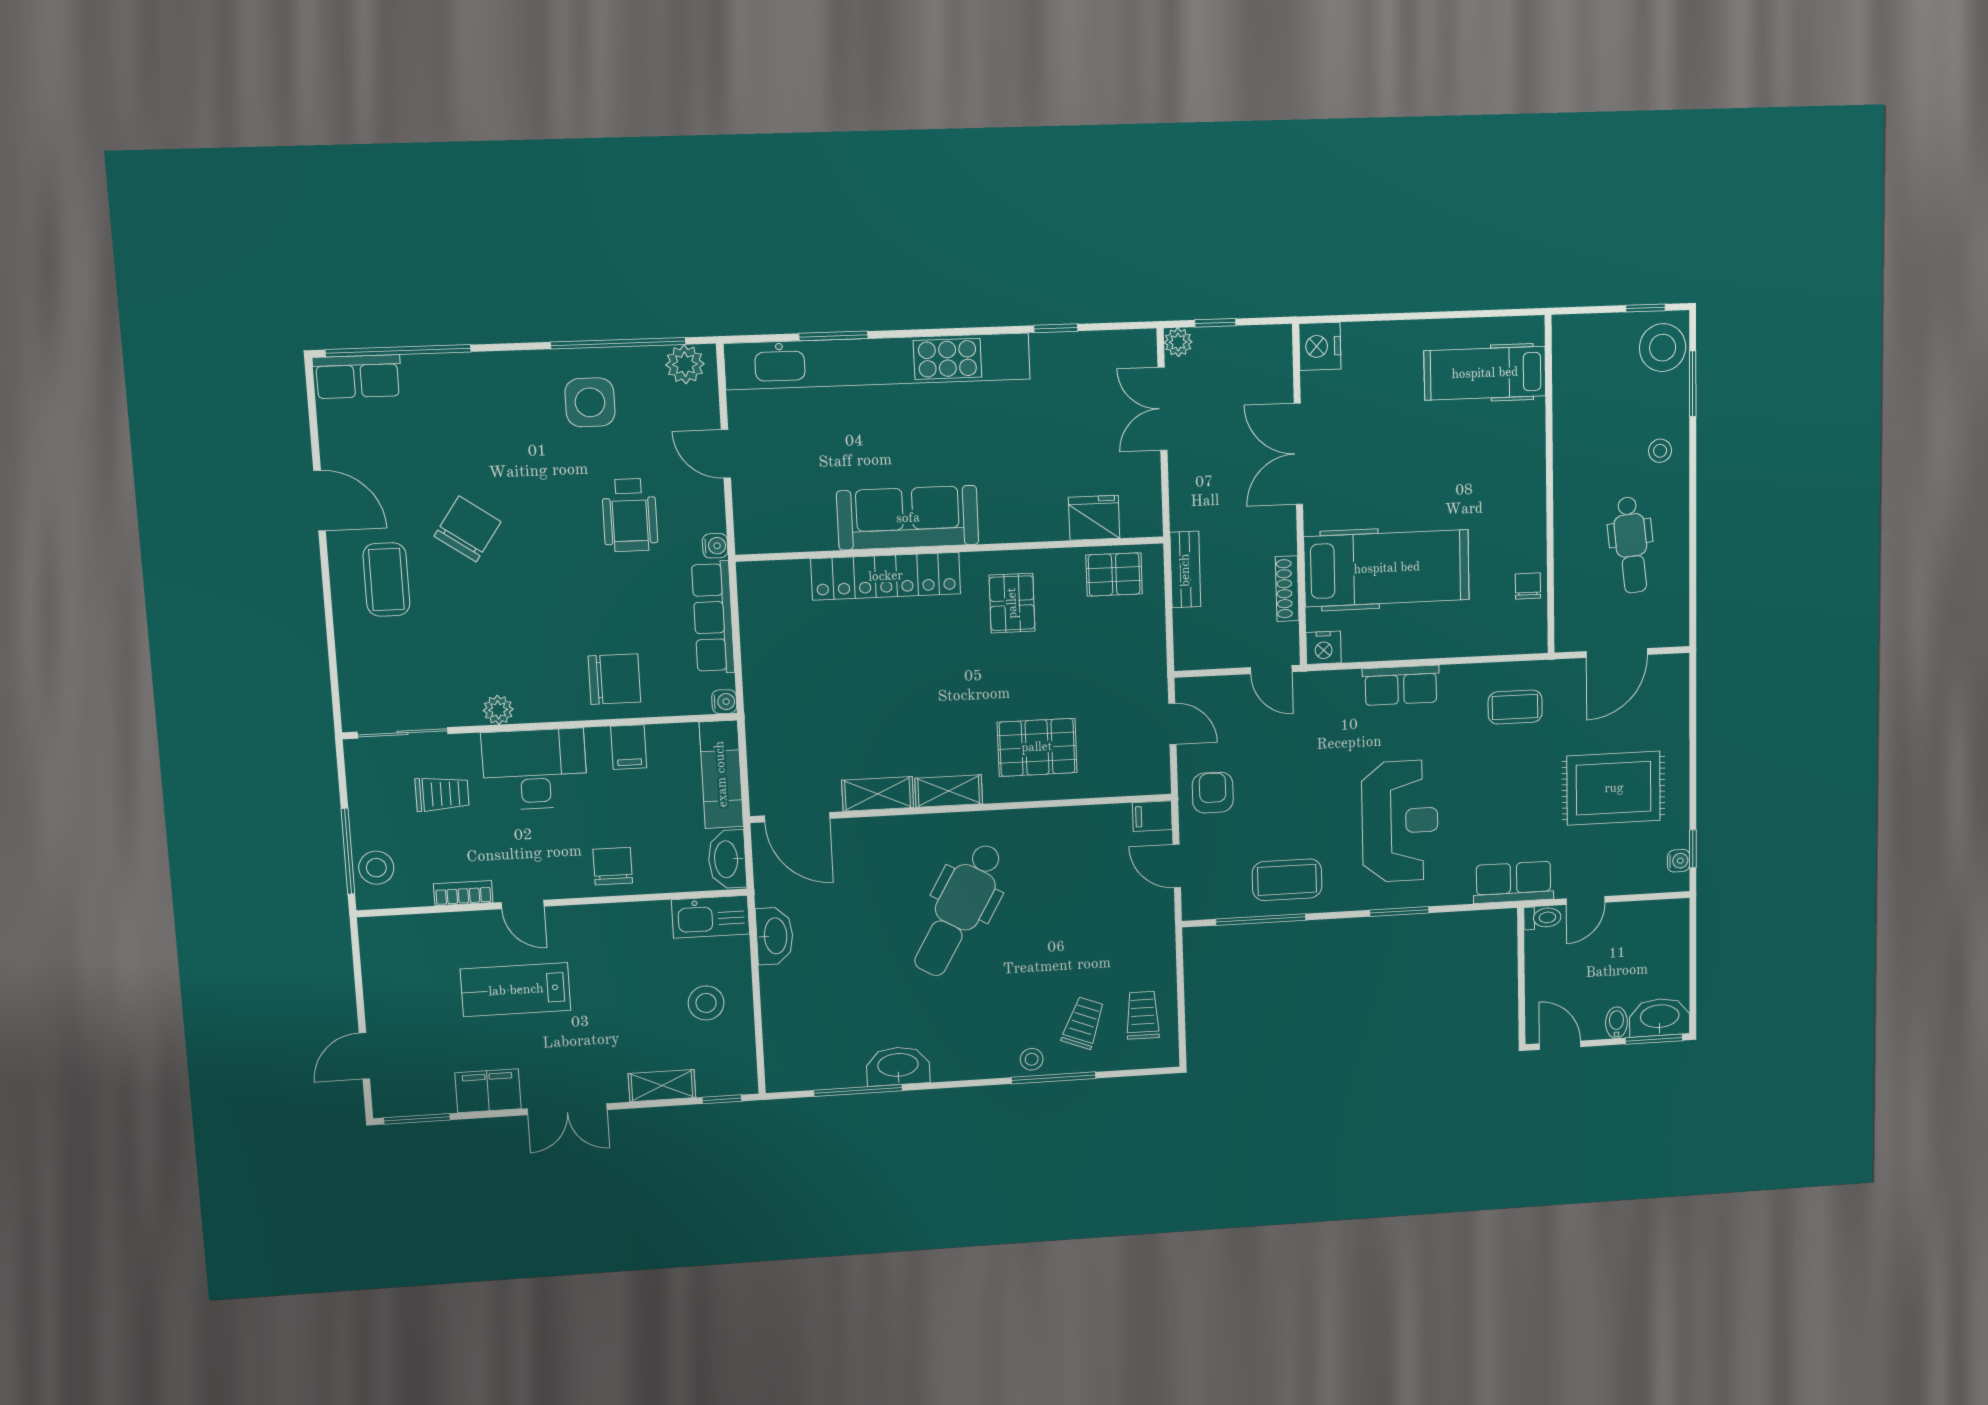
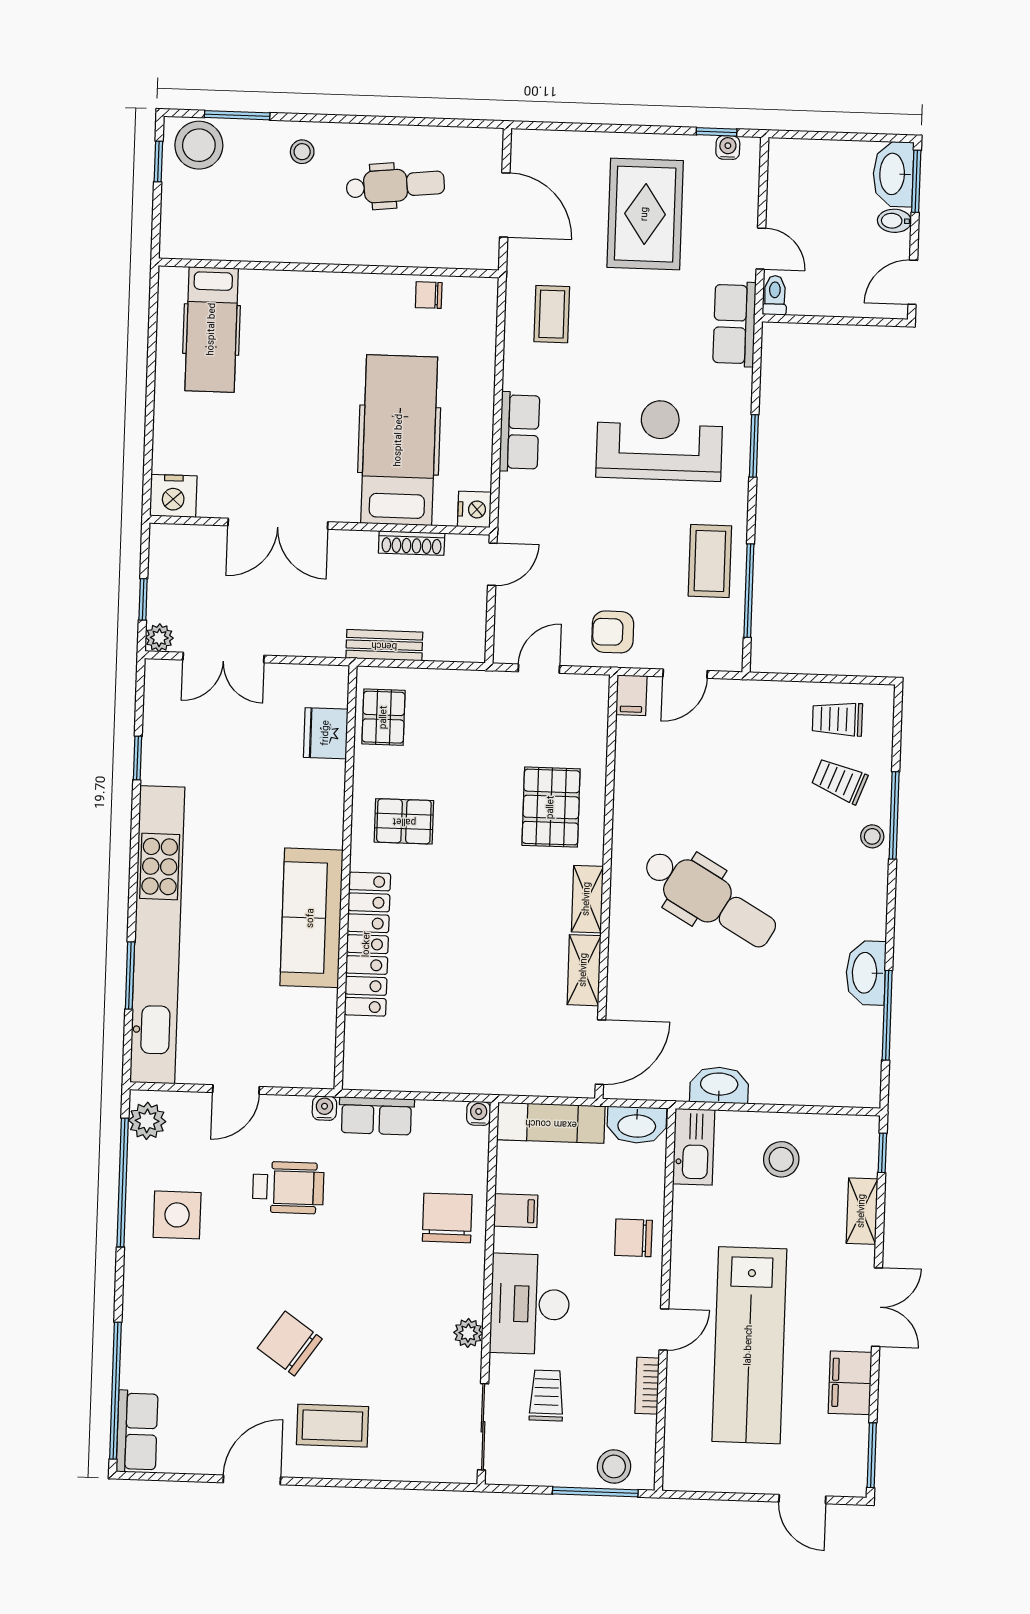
row of seats: (713, 617) -> (376, 1116), width x0.68
lab bench: (516, 990) -> (749, 1345), width x1.86, depth x1.39

